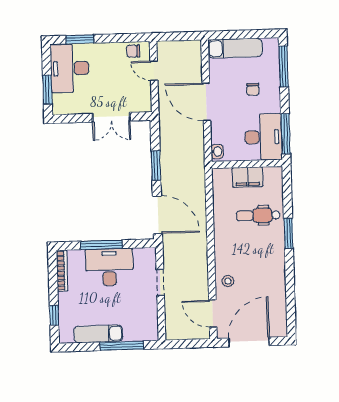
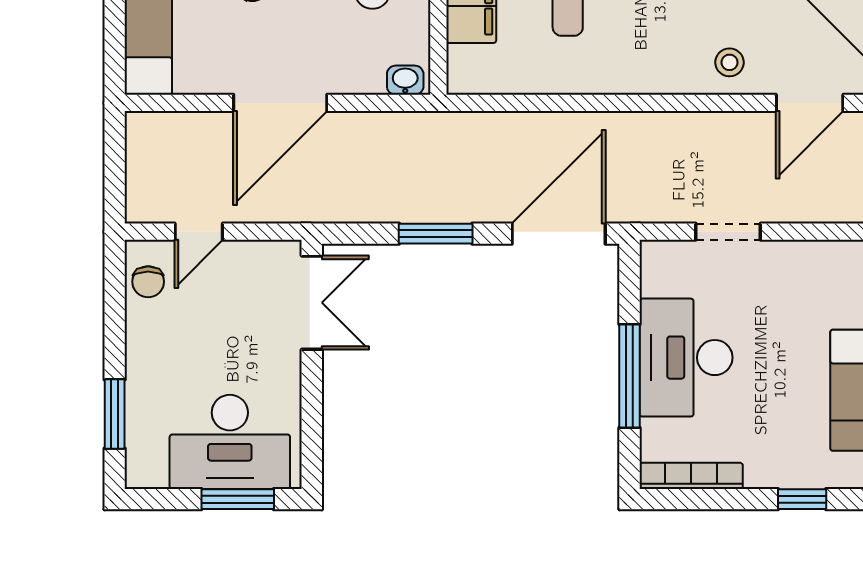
desk: (70, 68) -> (230, 442), moved
double door: (111, 117) -> (312, 303), moved

